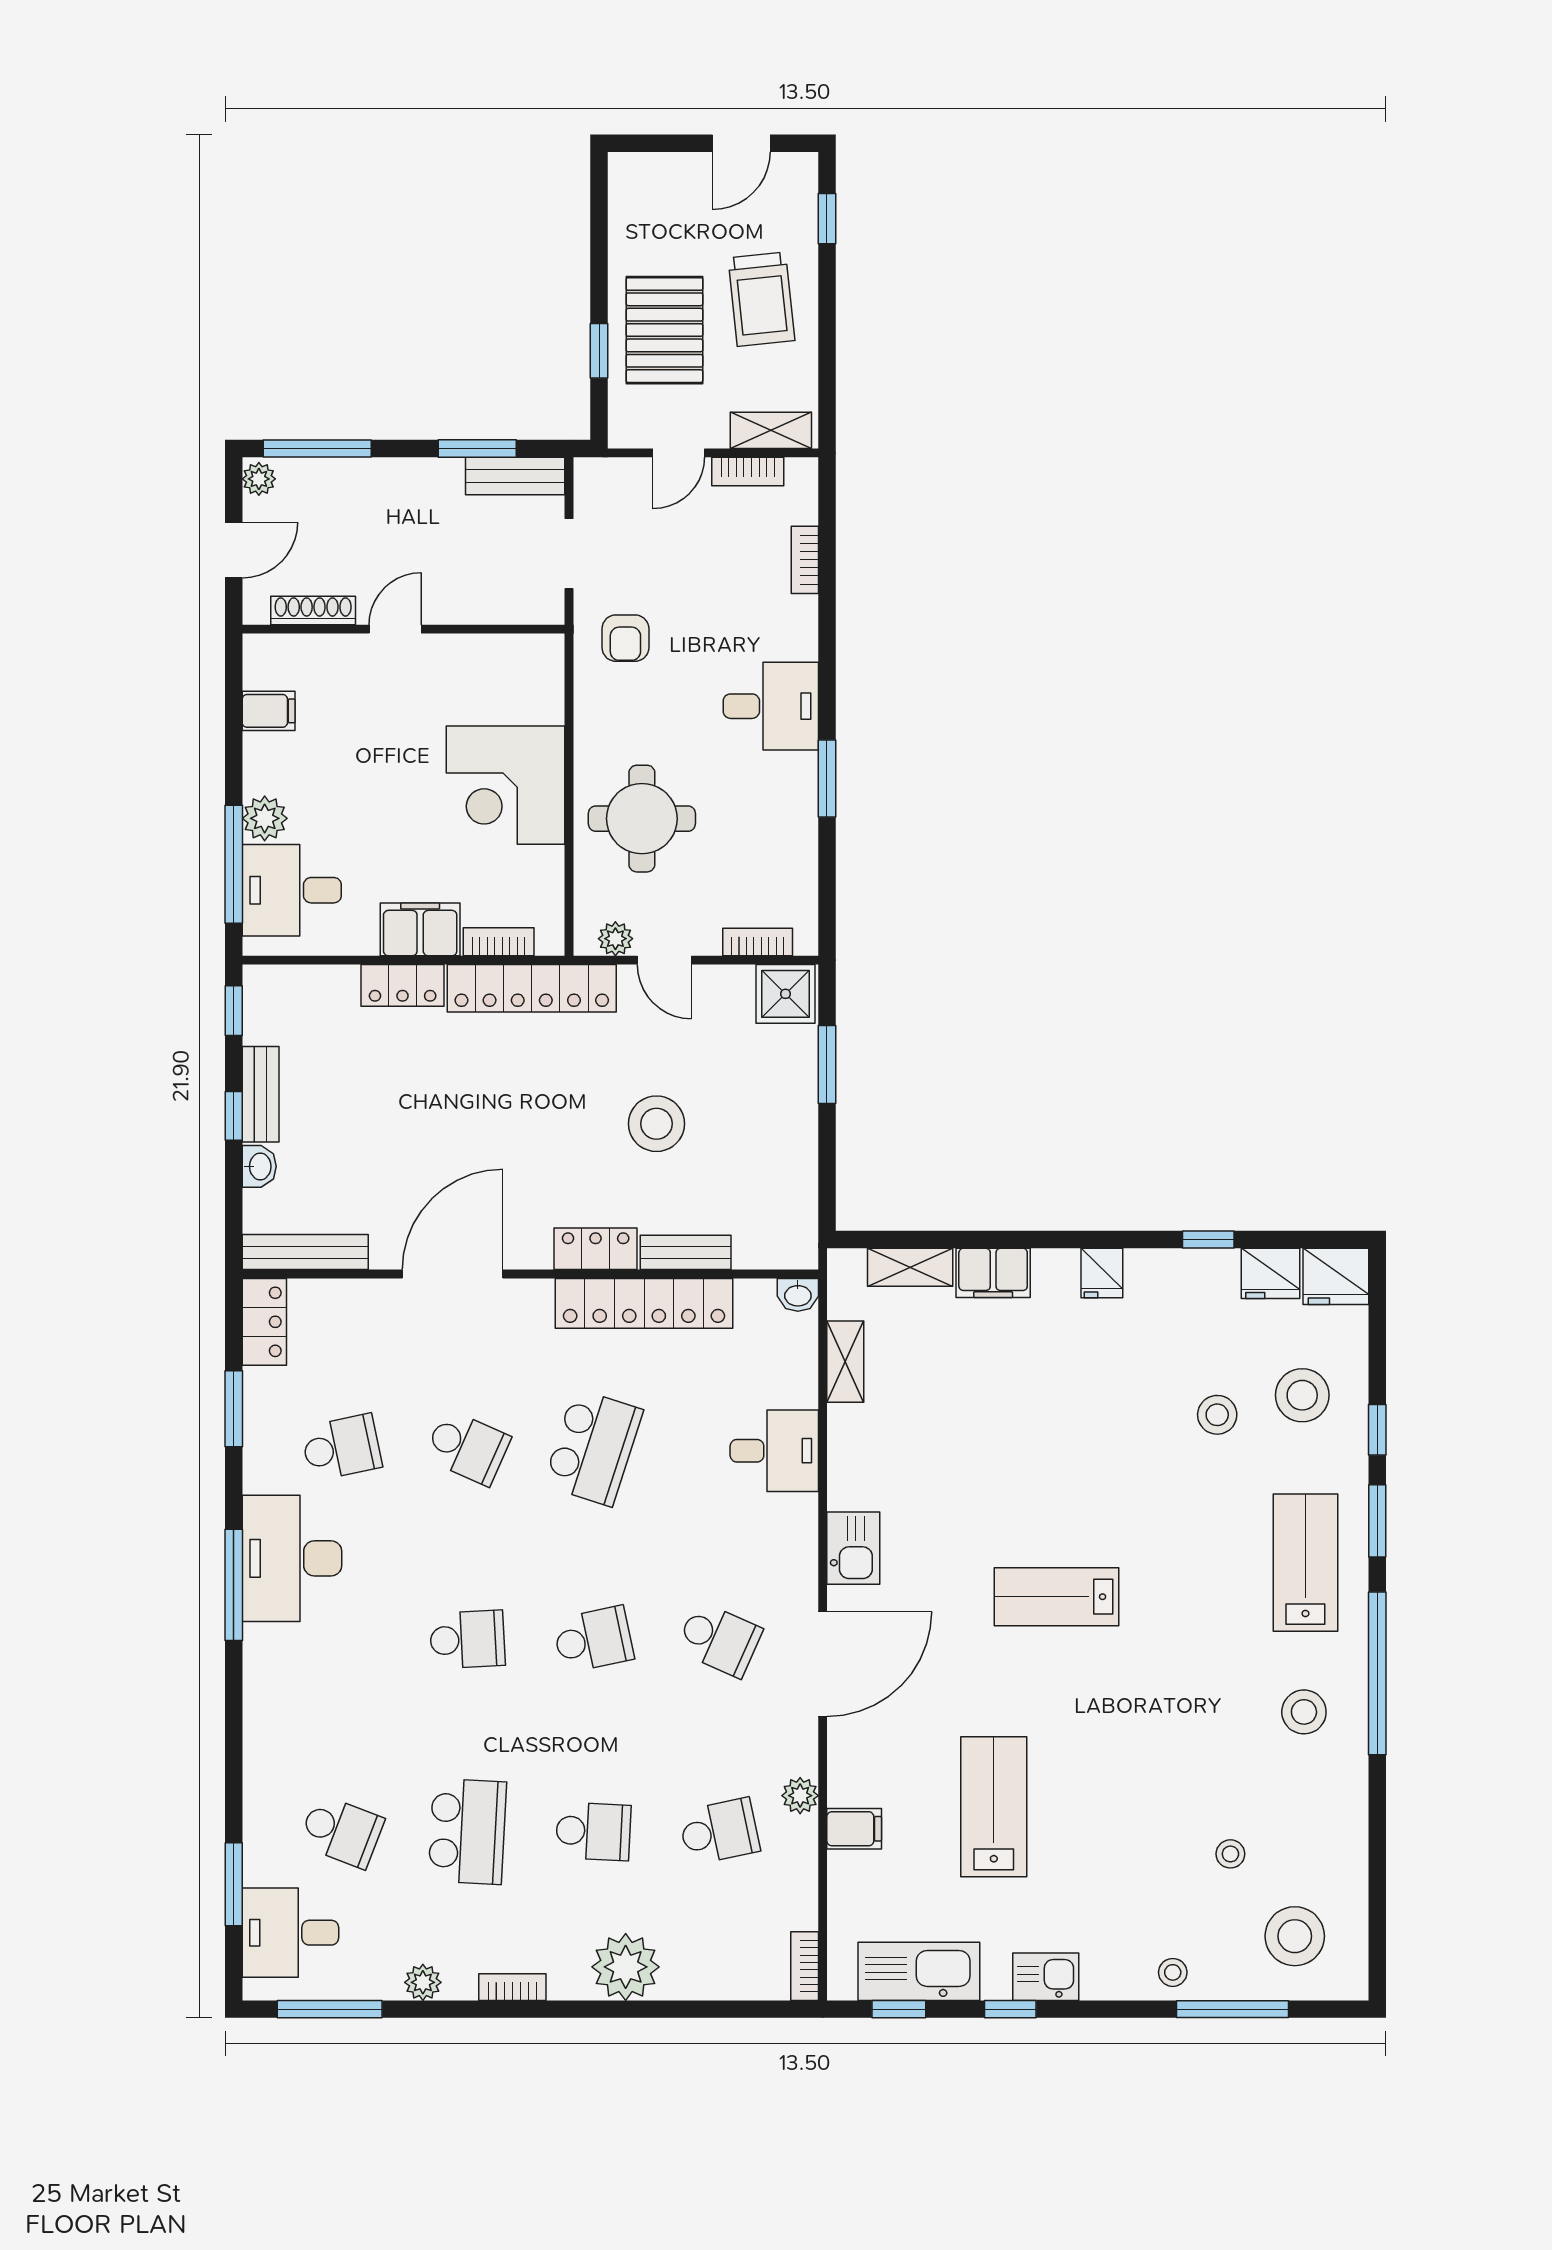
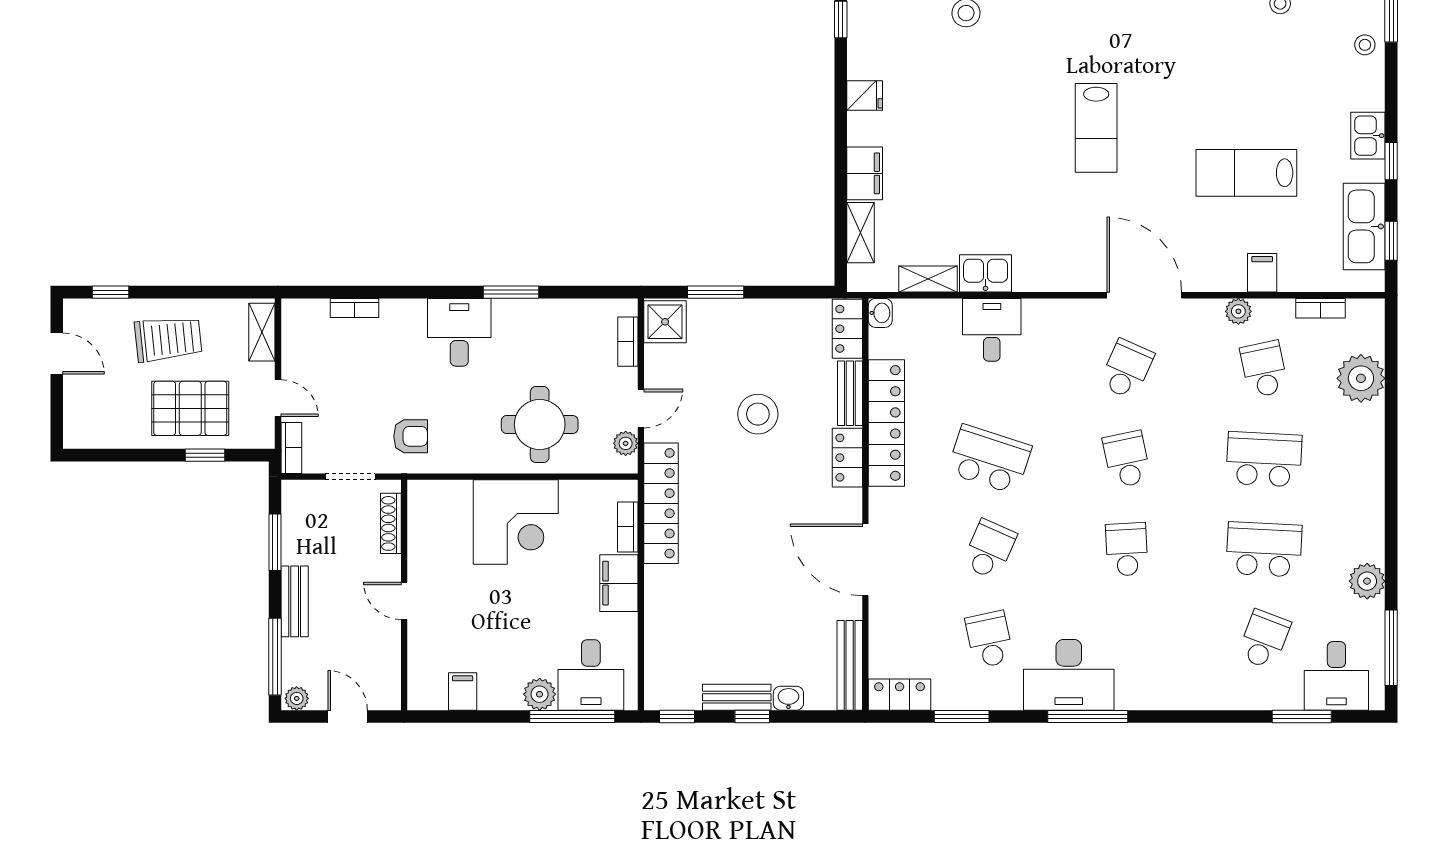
bookcase: (748, 471) -> (291, 448), moved
bench: (515, 476) -> (295, 601), moved
shoe rack: (313, 610) -> (391, 523), moved
locker: (403, 985) -> (847, 329), moved, turned 180
kitchen sink: (853, 1548) -> (986, 273), moved
school desk: (593, 1831) -> (1264, 459), width x1.85
bookcase: (805, 1966) -> (1321, 308), moved
plant: (626, 1967) -> (1361, 378), moved
plant: (423, 1982) -> (1367, 581), width x1.38, depth x1.38
bookcase: (512, 1987) -> (1375, 517), removed

